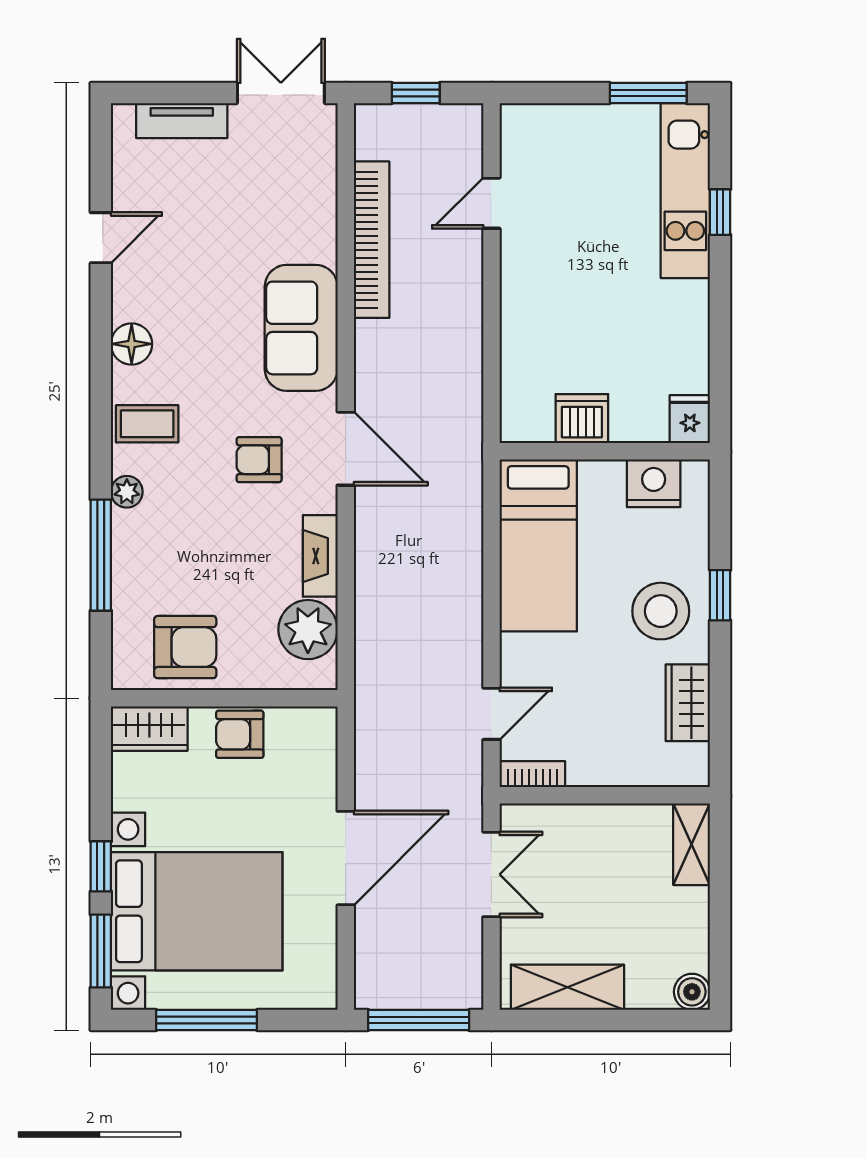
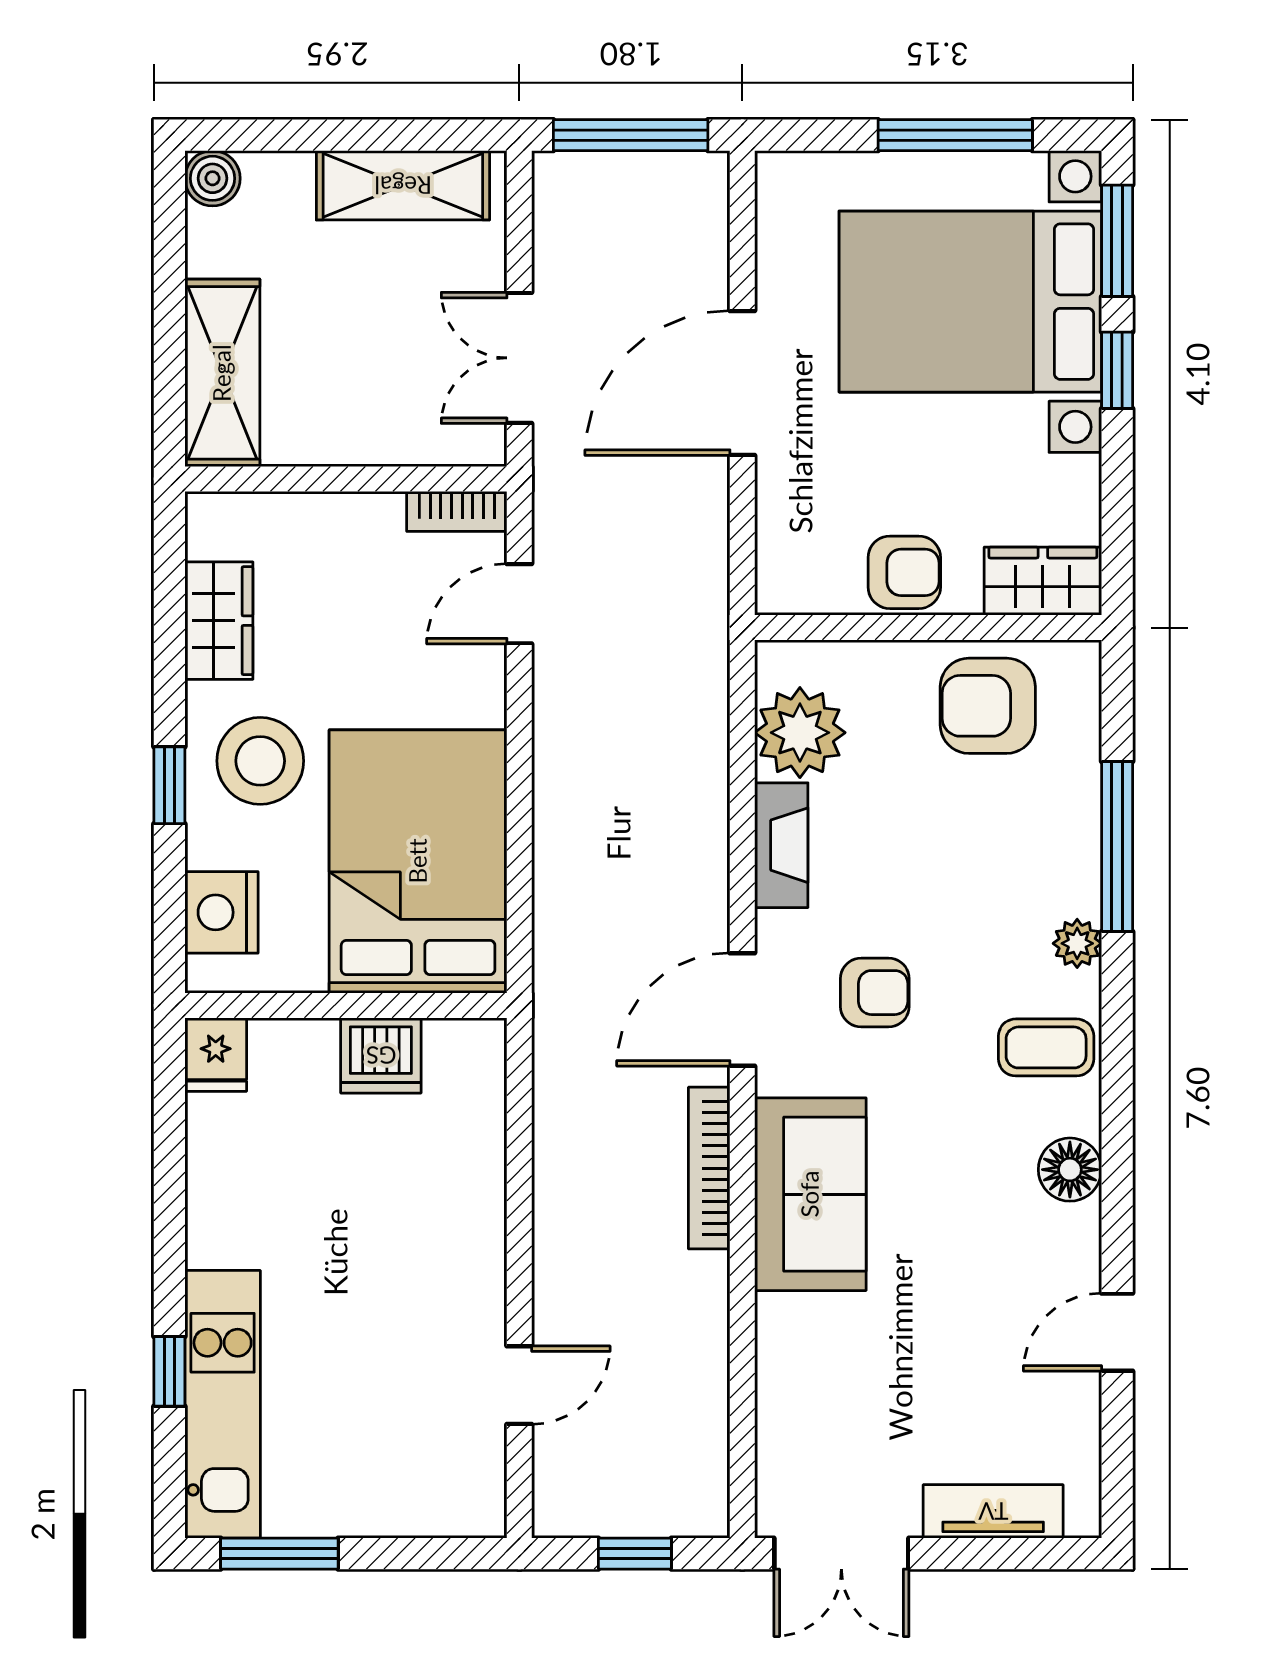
bookcase: (372, 240) -> (709, 1168), moved, width x0.68, depth x0.76
door: (346, 449) -> (742, 1009), hinge flipped
nightstand: (654, 483) -> (221, 912), moved, turned 90
bed: (538, 545) -> (418, 861), width x1.50
shelving: (692, 844) -> (222, 373), width x1.50, depth x1.33

